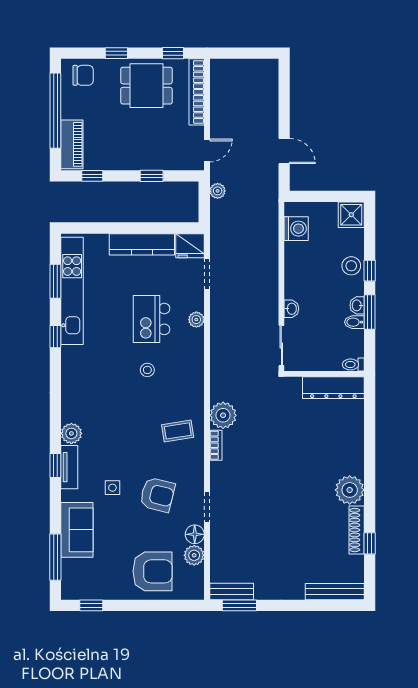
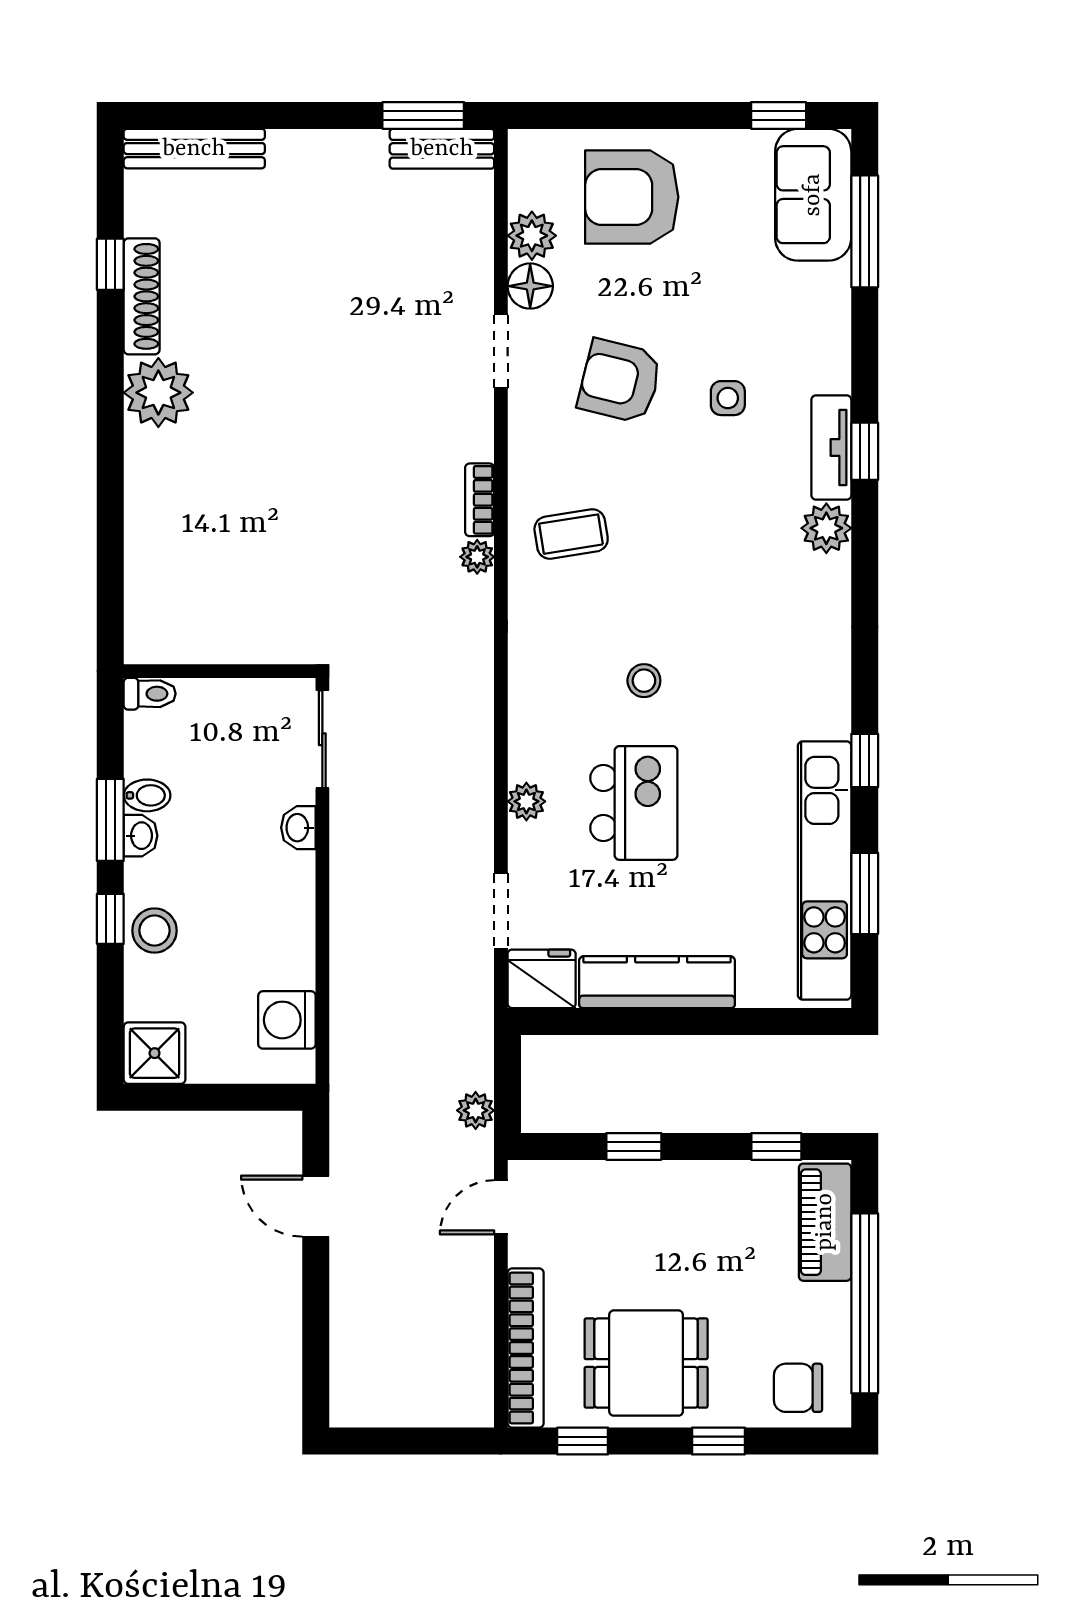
dresser: (333, 388) -> (198, 638), removed
plant: (223, 415) -> (477, 557), width x0.53, depth x0.53
sofa: (77, 530) -> (813, 195), moved

